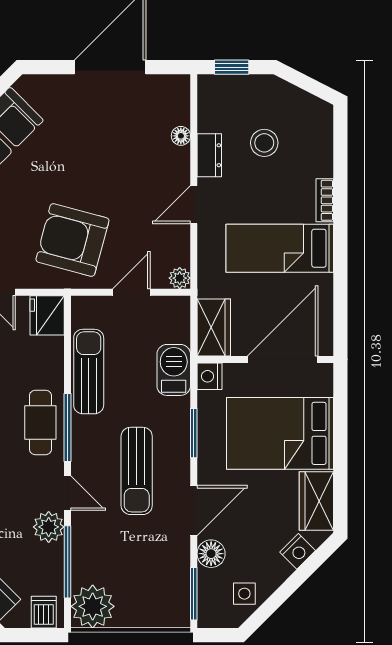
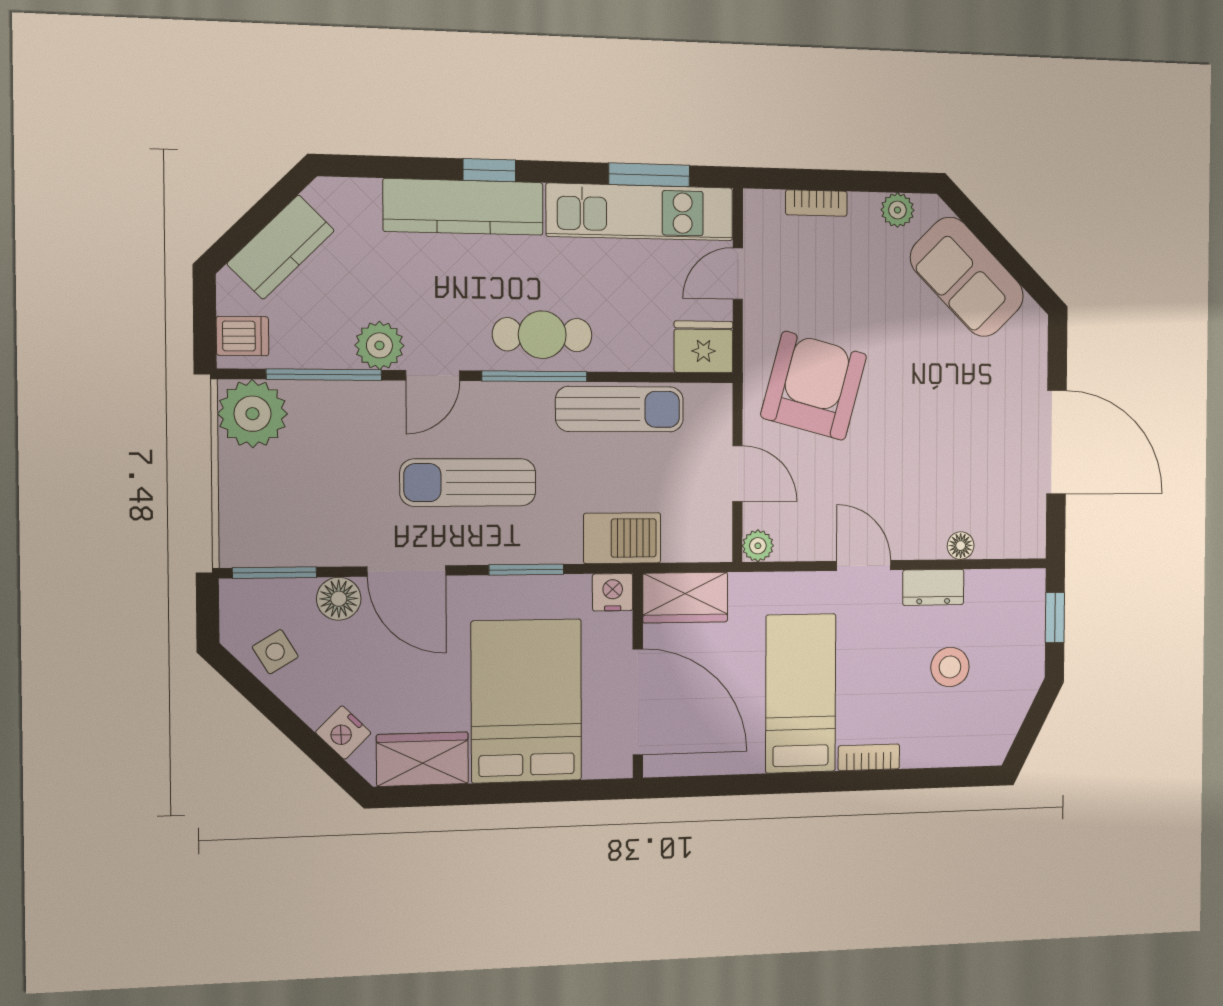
side table: (244, 594) -> (275, 652), turned -31

